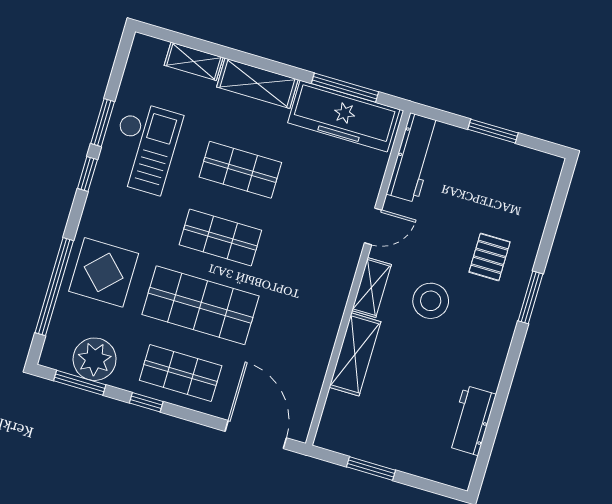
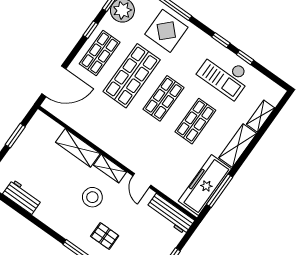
window: (103, 123) -> (245, 57), width x0.67

